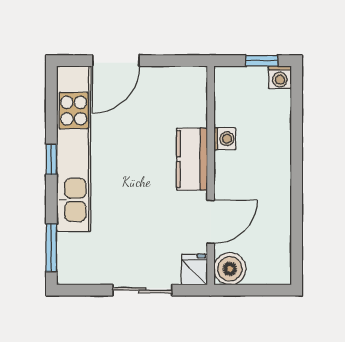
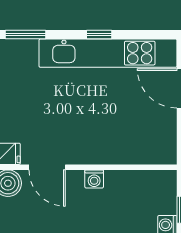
washing machine: (225, 139) -> (94, 179), moved
kitchen counter: (192, 159) -> (99, 152), removed

